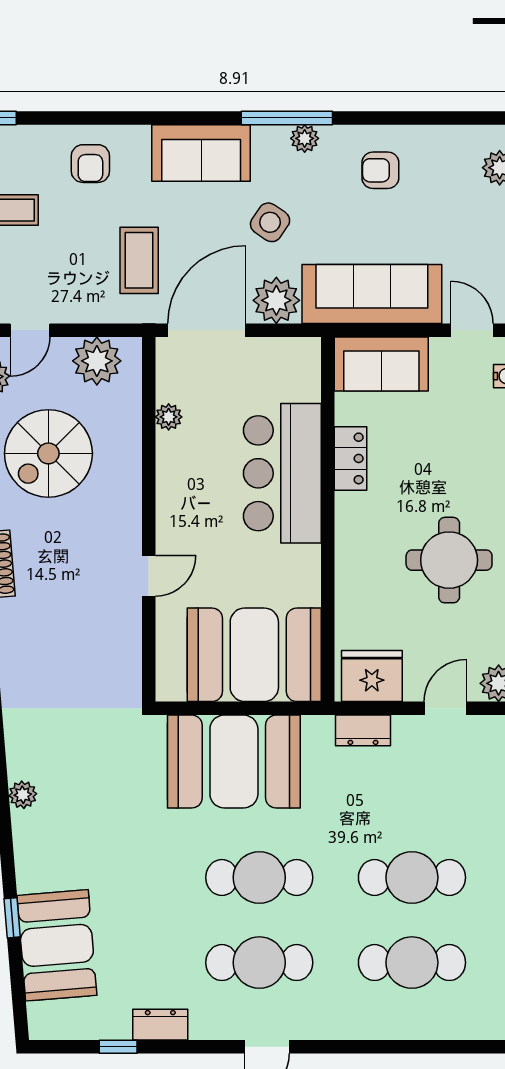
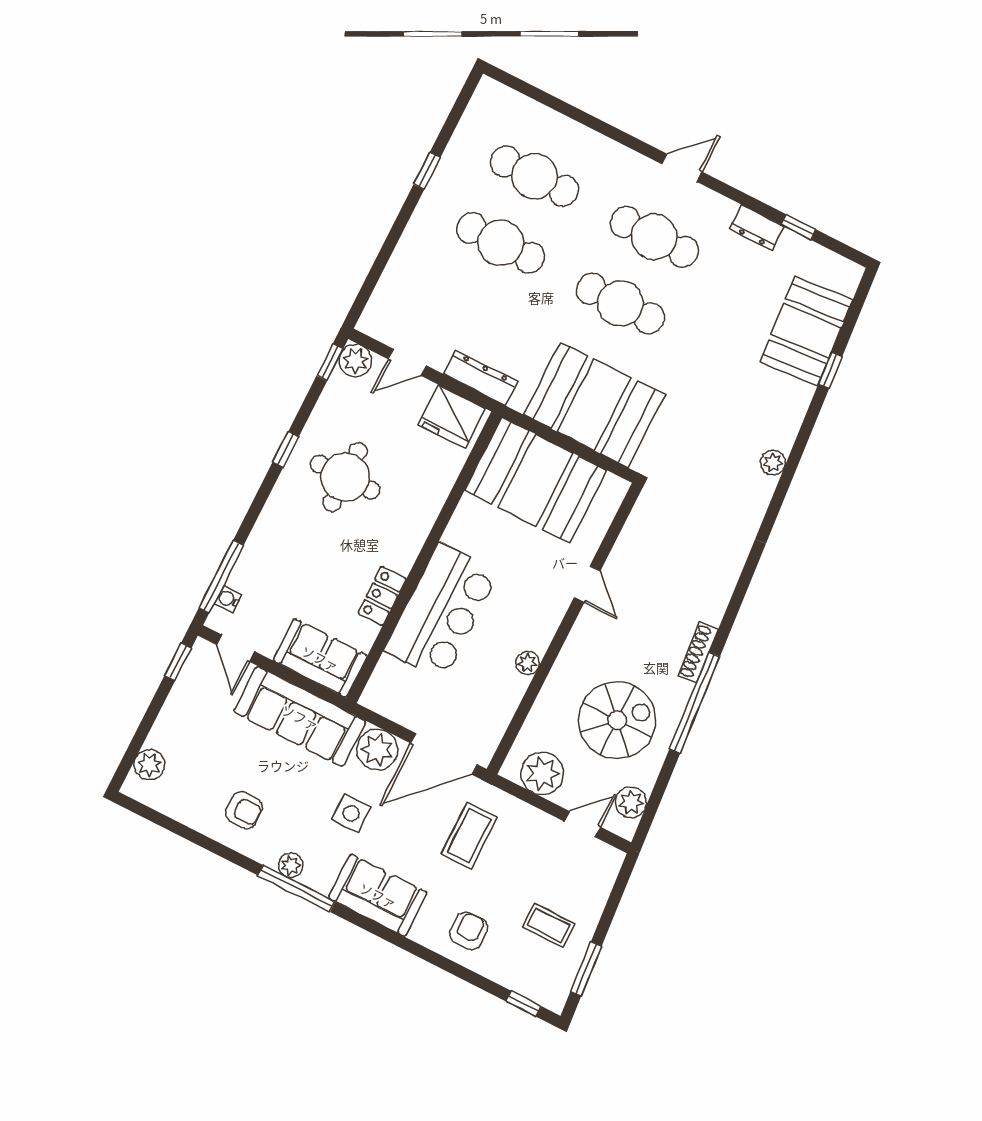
side table: (270, 222) -> (351, 813), turned -34
plant: (169, 417) -> (528, 663), moved
door: (149, 576) -> (587, 584), swing flipped
dresser: (363, 730) -> (481, 378), width x1.44

